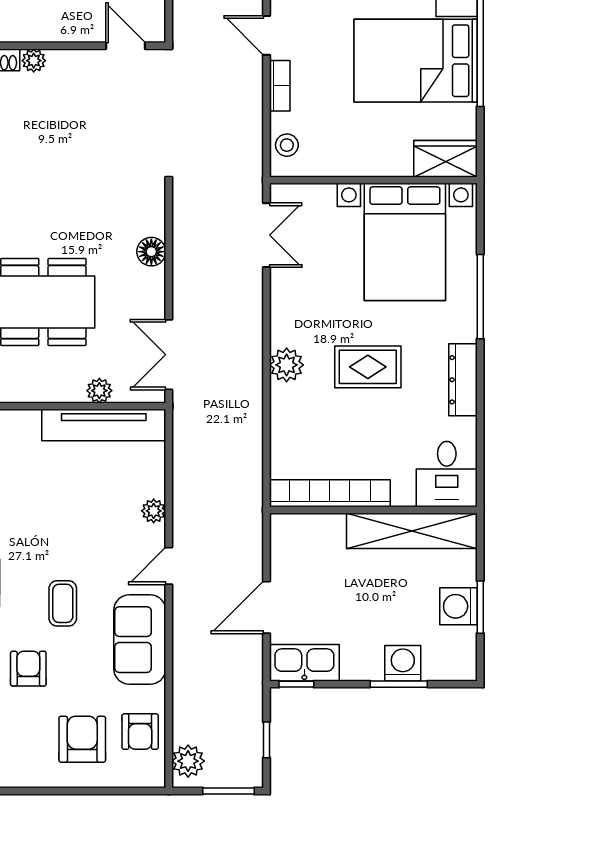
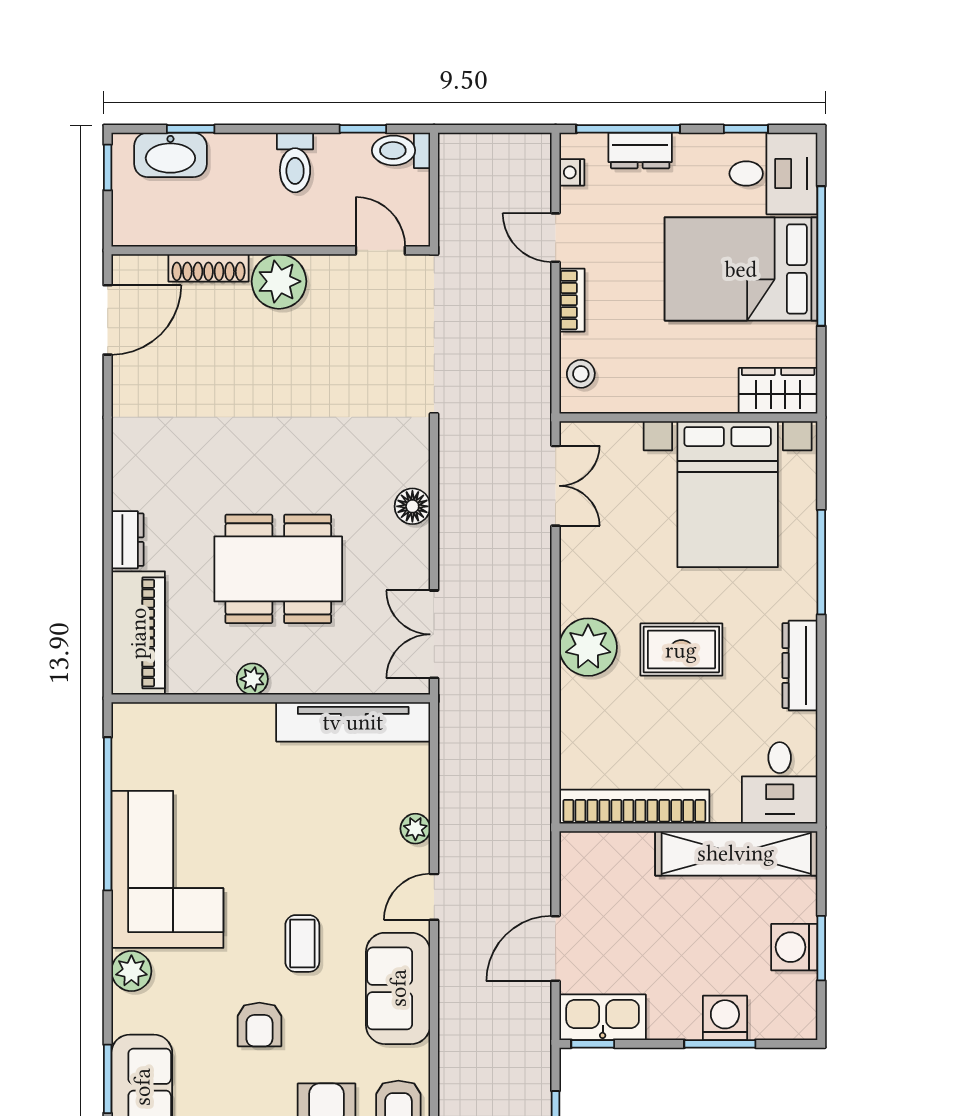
plant: (34, 61) -> (279, 281), width x1.87, depth x1.87
plant: (287, 365) -> (588, 647), width x1.36, depth x1.36
plant: (99, 391) -> (252, 679), moved
armchair: (28, 669) -> (259, 1025), turned 180

